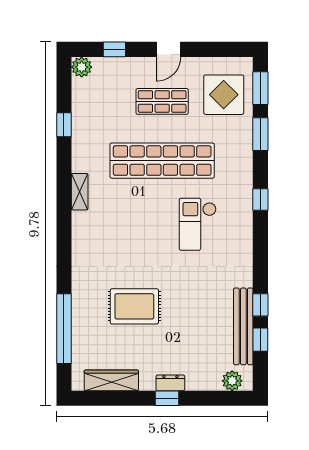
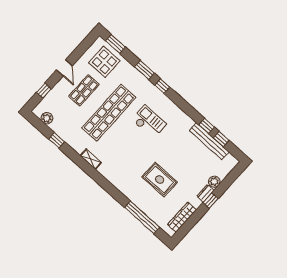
plant: (82, 67) -> (47, 118), moved
window: (260, 134) -> (144, 70), moved
checkout: (198, 224) -> (149, 122), turned 180
rug: (134, 306) -> (160, 180), turned 90
plant: (232, 381) -> (214, 182), moved

